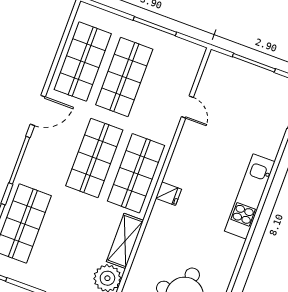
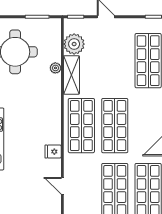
fridge: (169, 194) -> (53, 152), moved
plant: (142, 257) -> (55, 68), added

